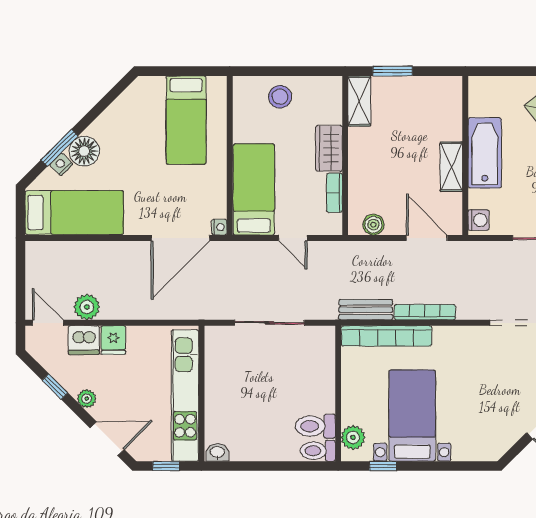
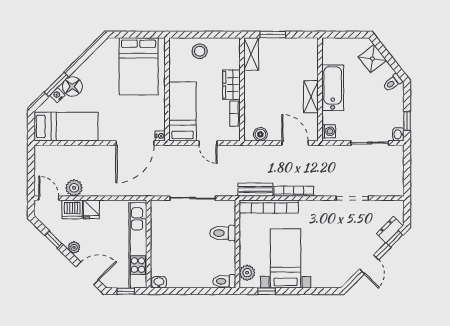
bed: (186, 120) -> (139, 66), width x1.50
toilet: (315, 426) -> (223, 233), moved

